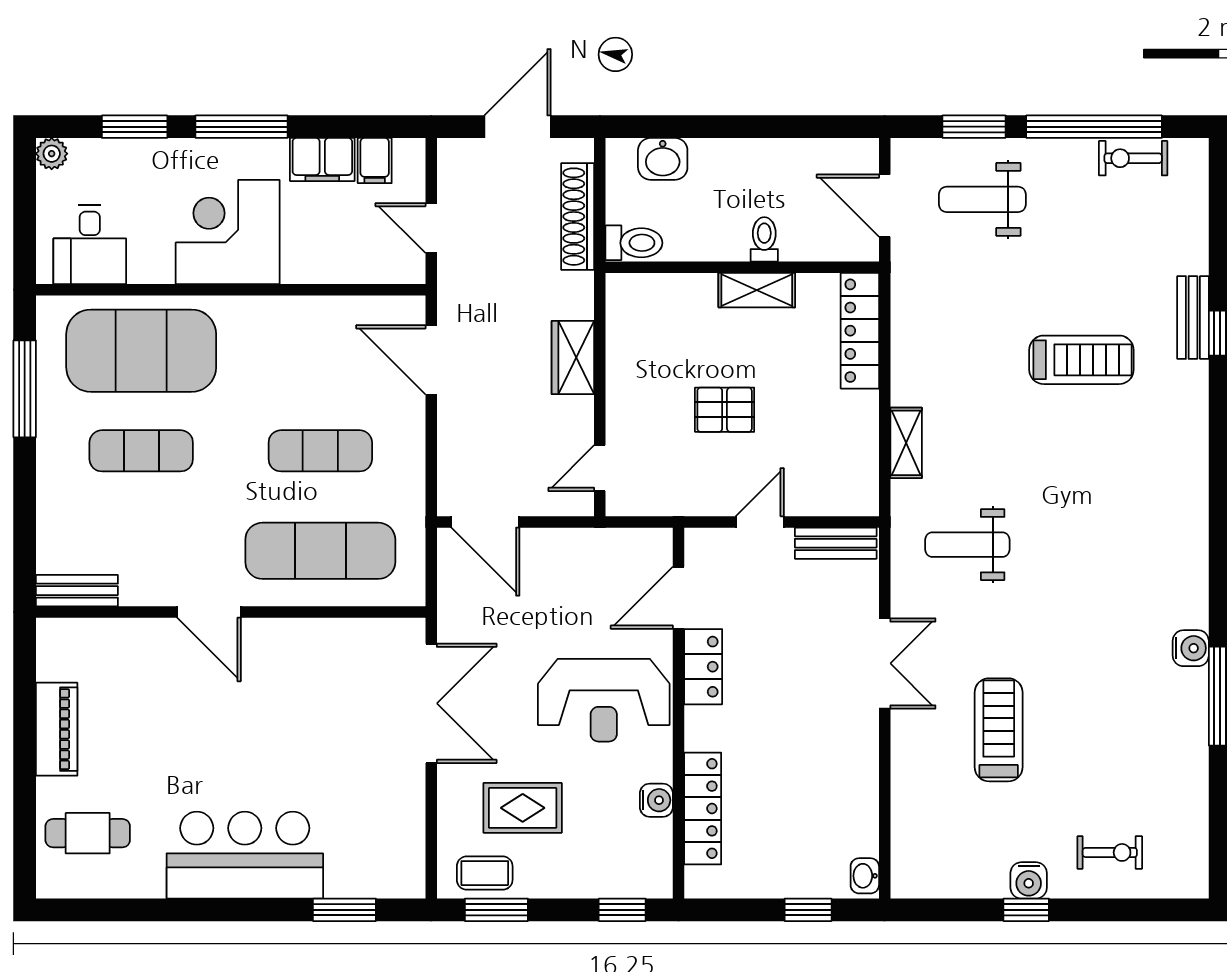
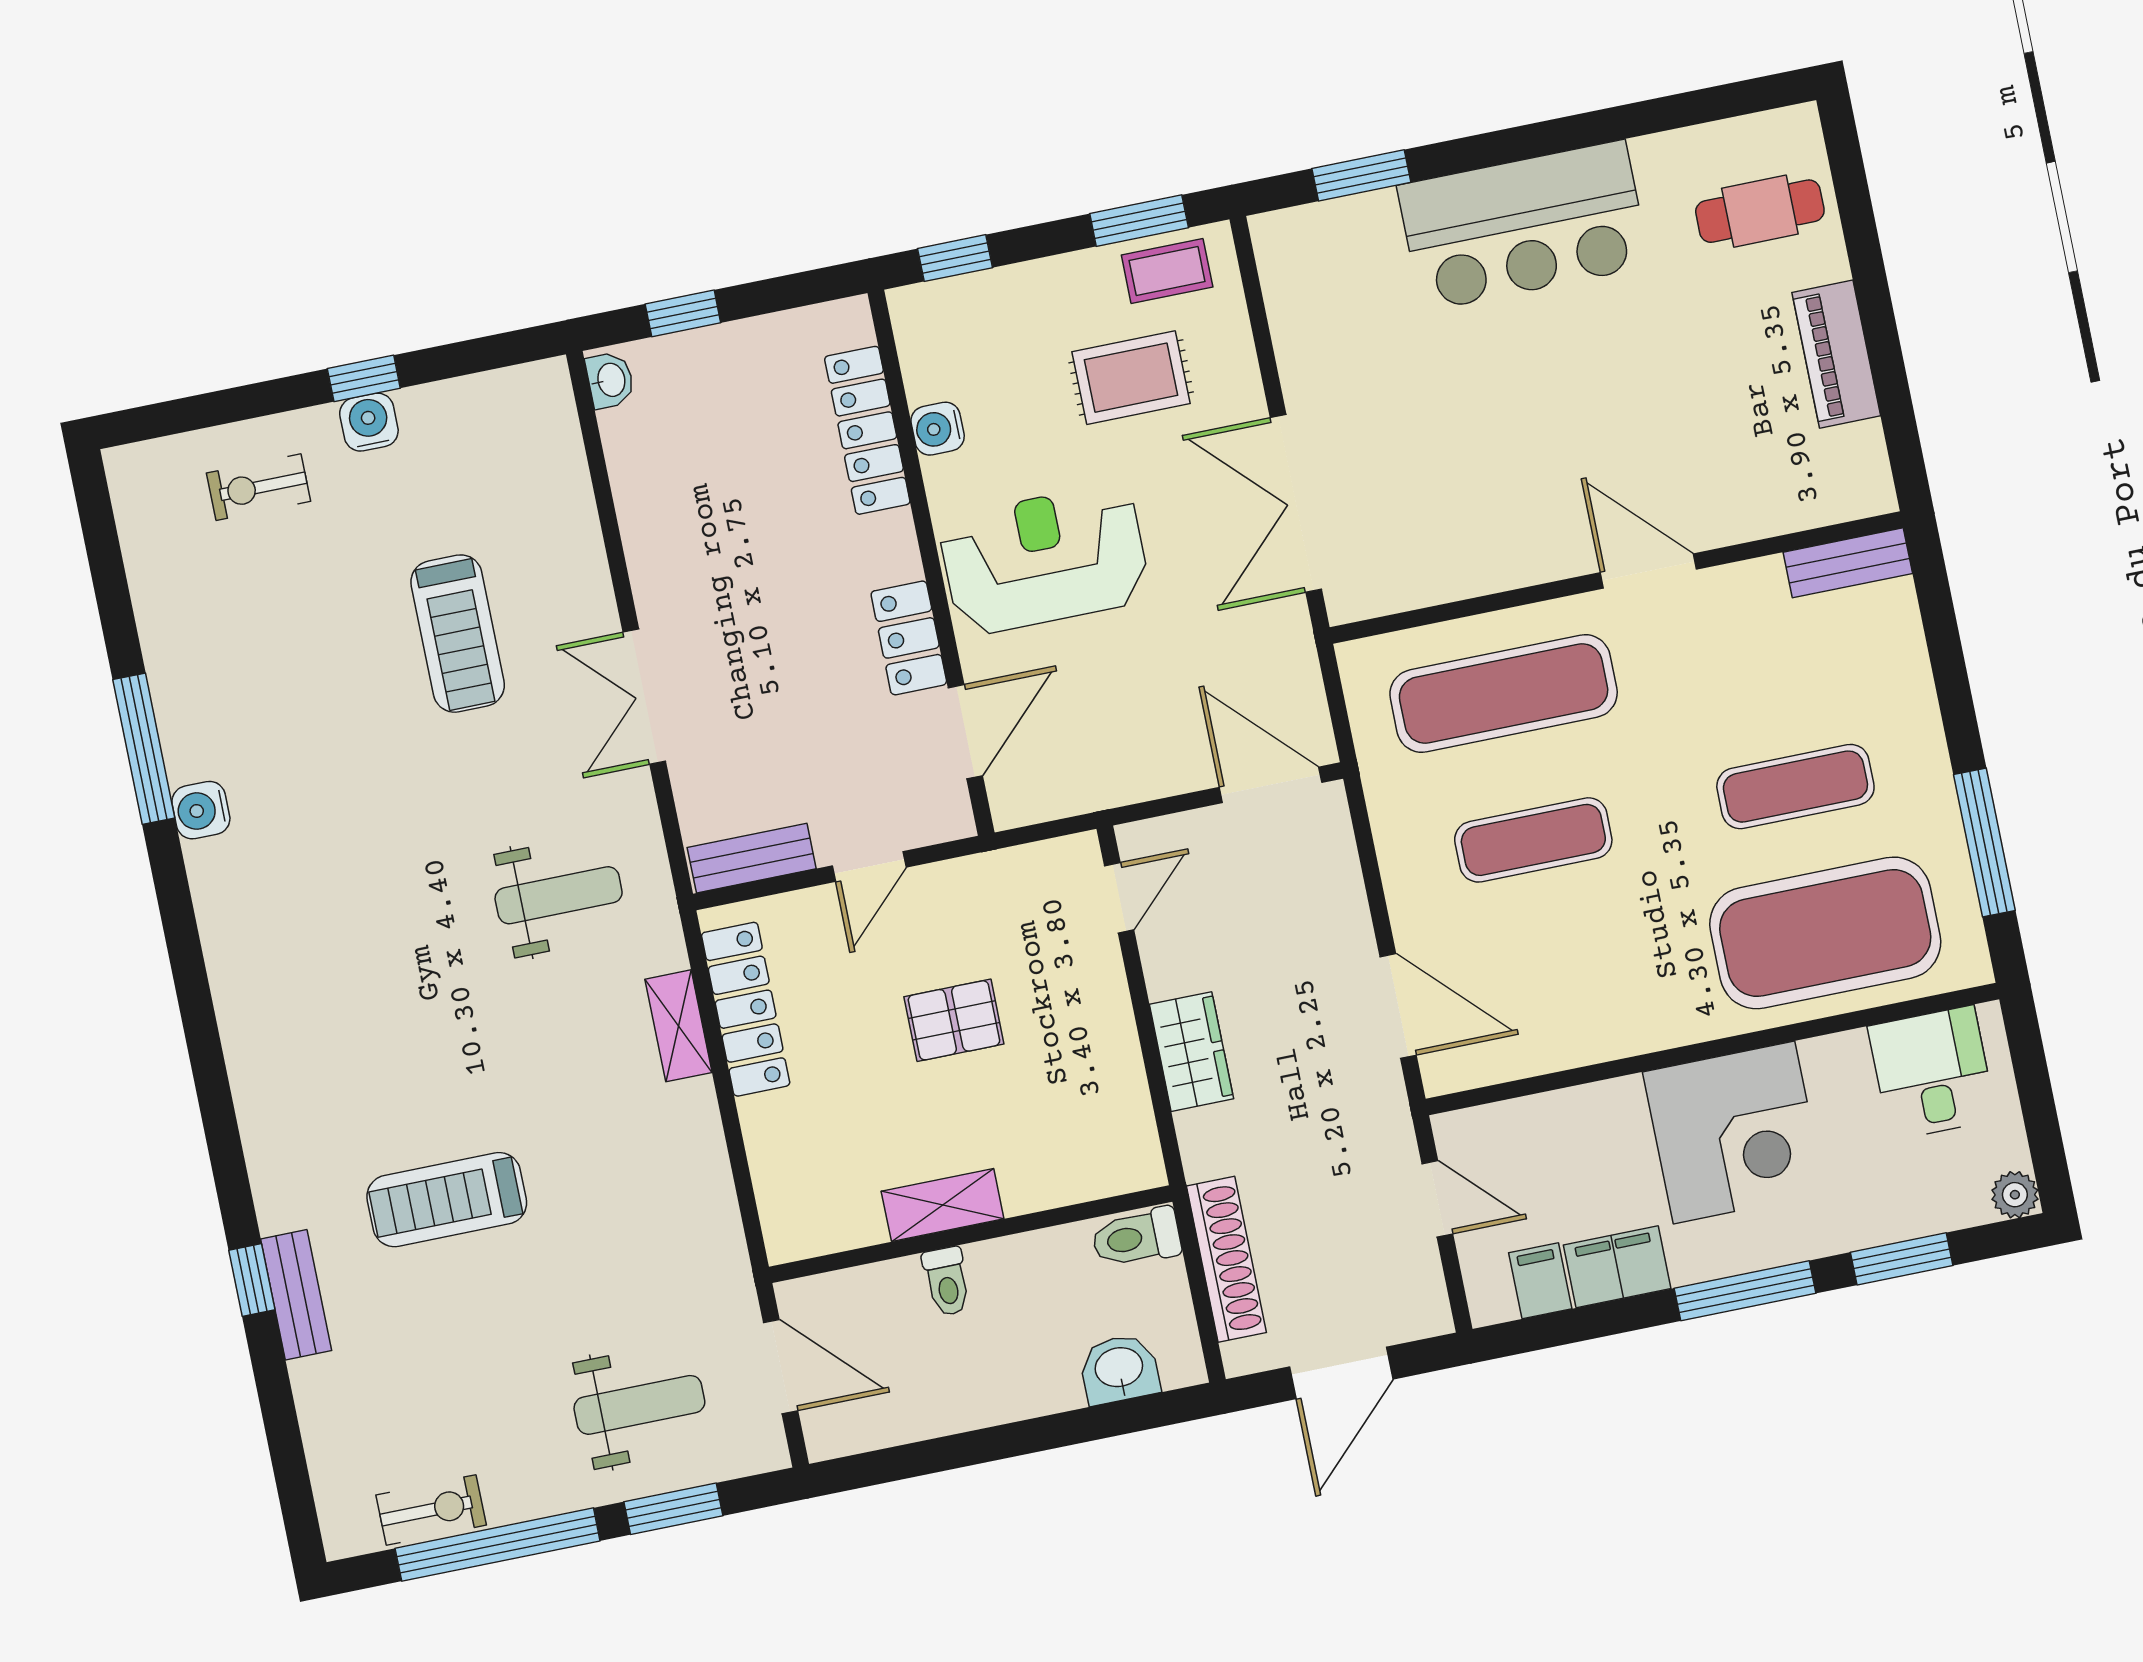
locker: (860, 331) -> (746, 1009), moved

